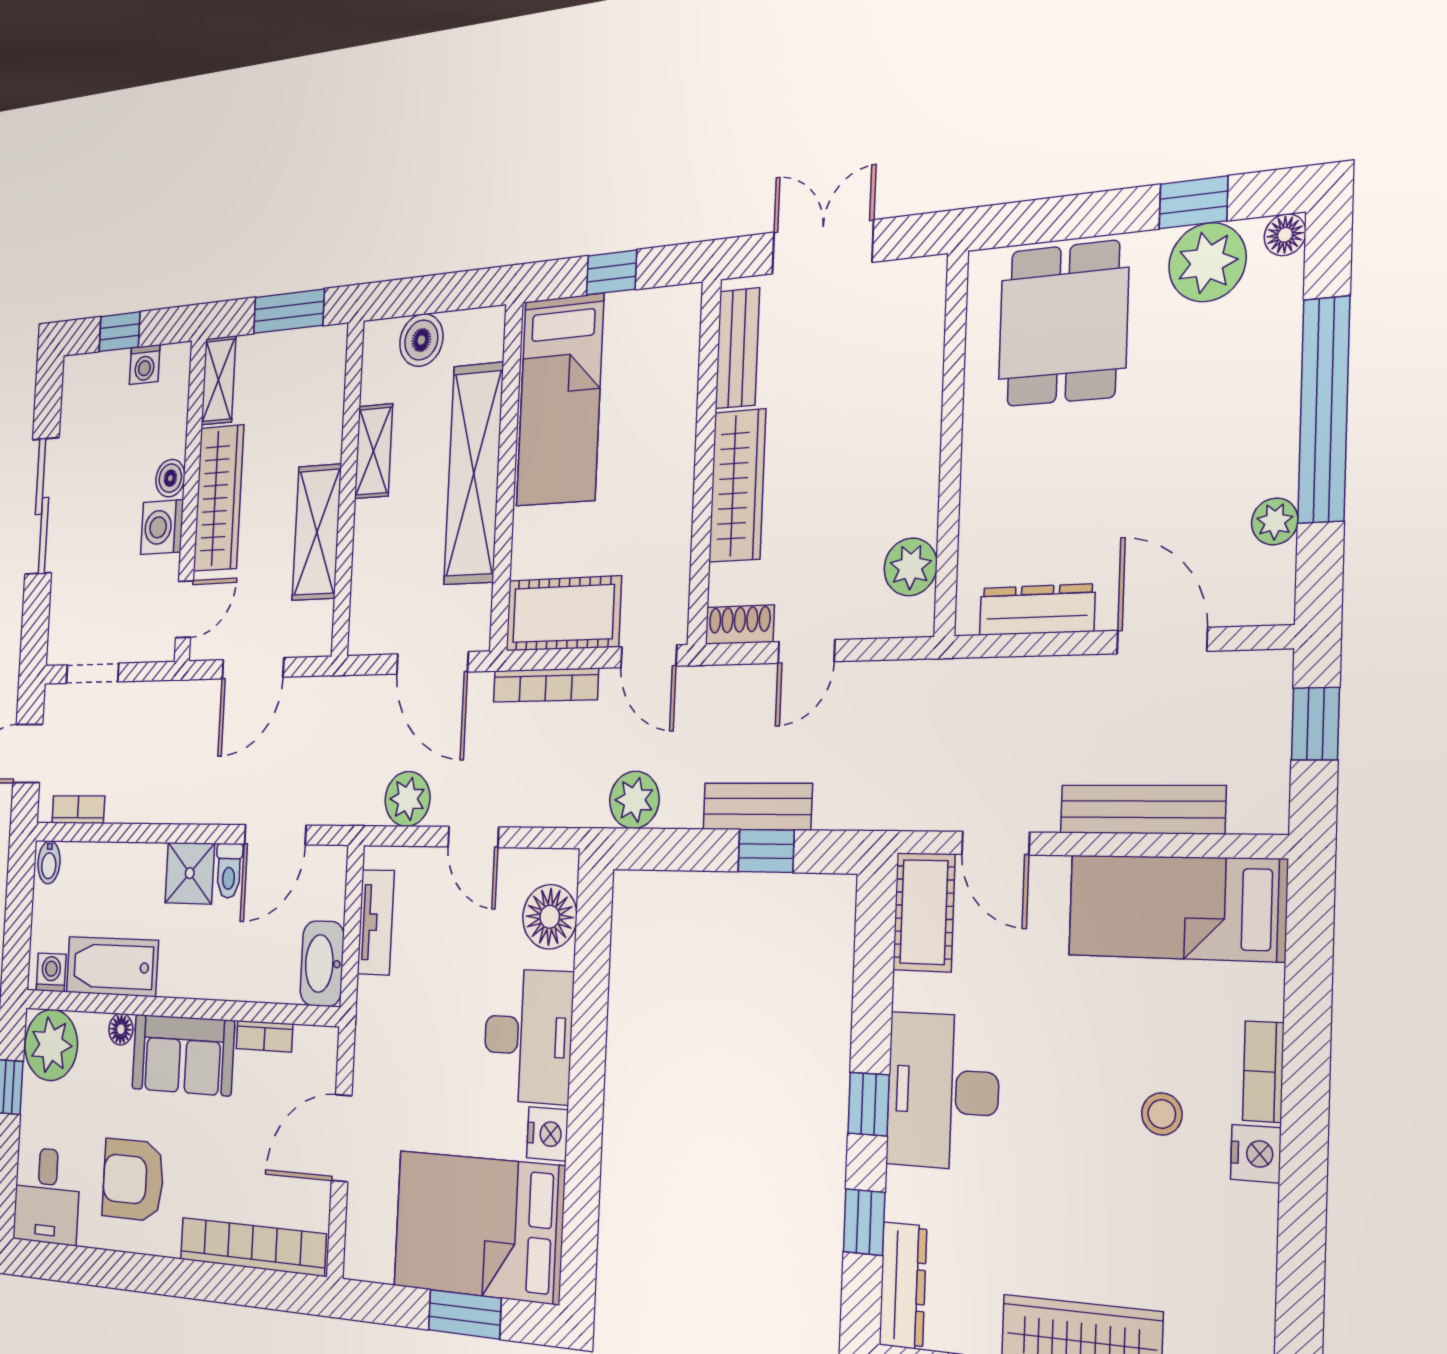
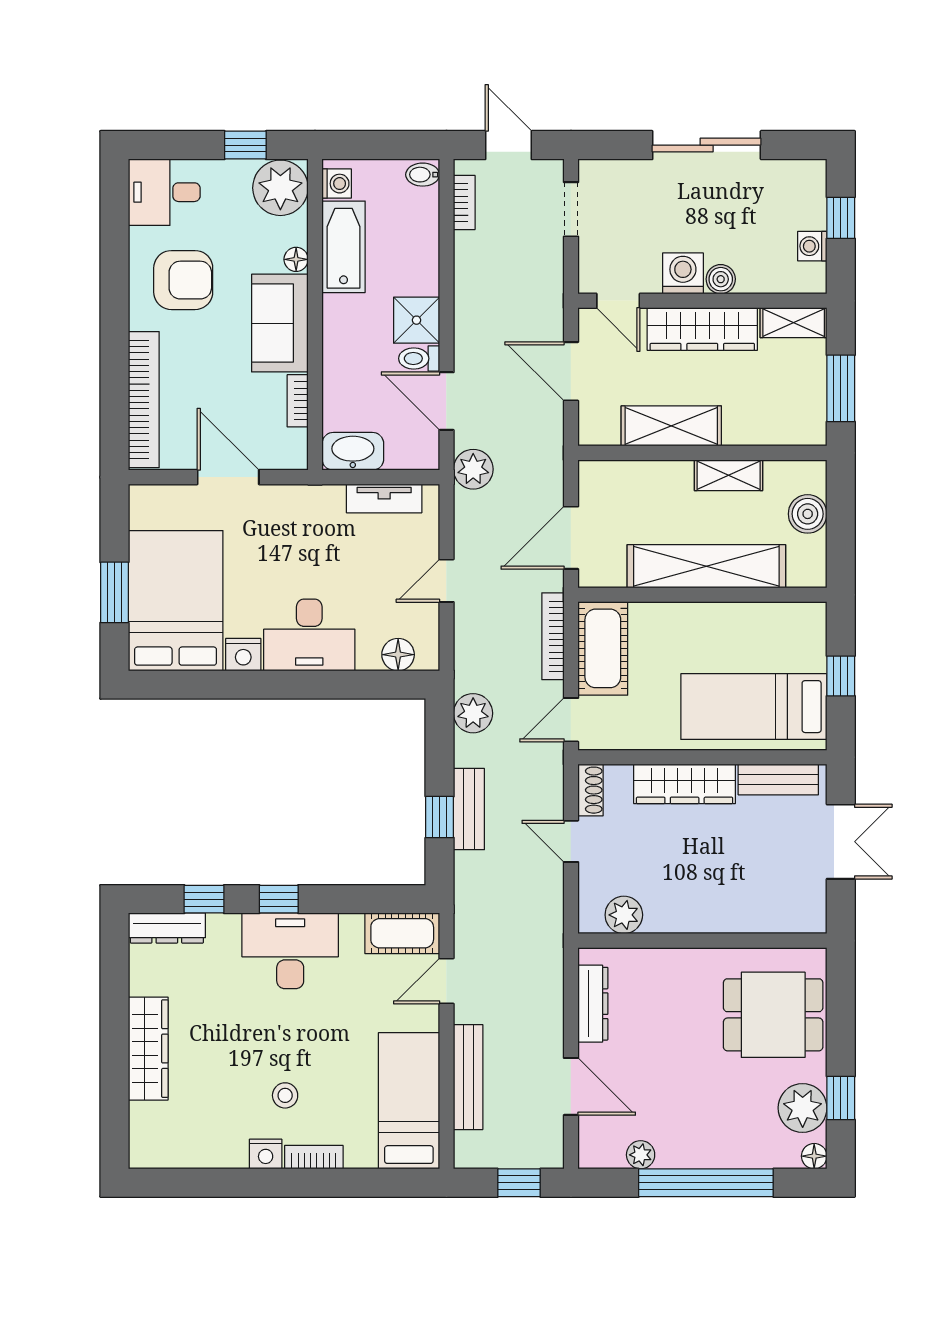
bed: (560, 400) -> (754, 707), moved
door: (1162, 641) -> (571, 1086), hinge flipped
plant: (407, 799) -> (473, 469), moved
floor lamp: (550, 917) -> (398, 655), width x0.73, depth x0.73
armchair: (133, 1180) -> (183, 280), turned 90

